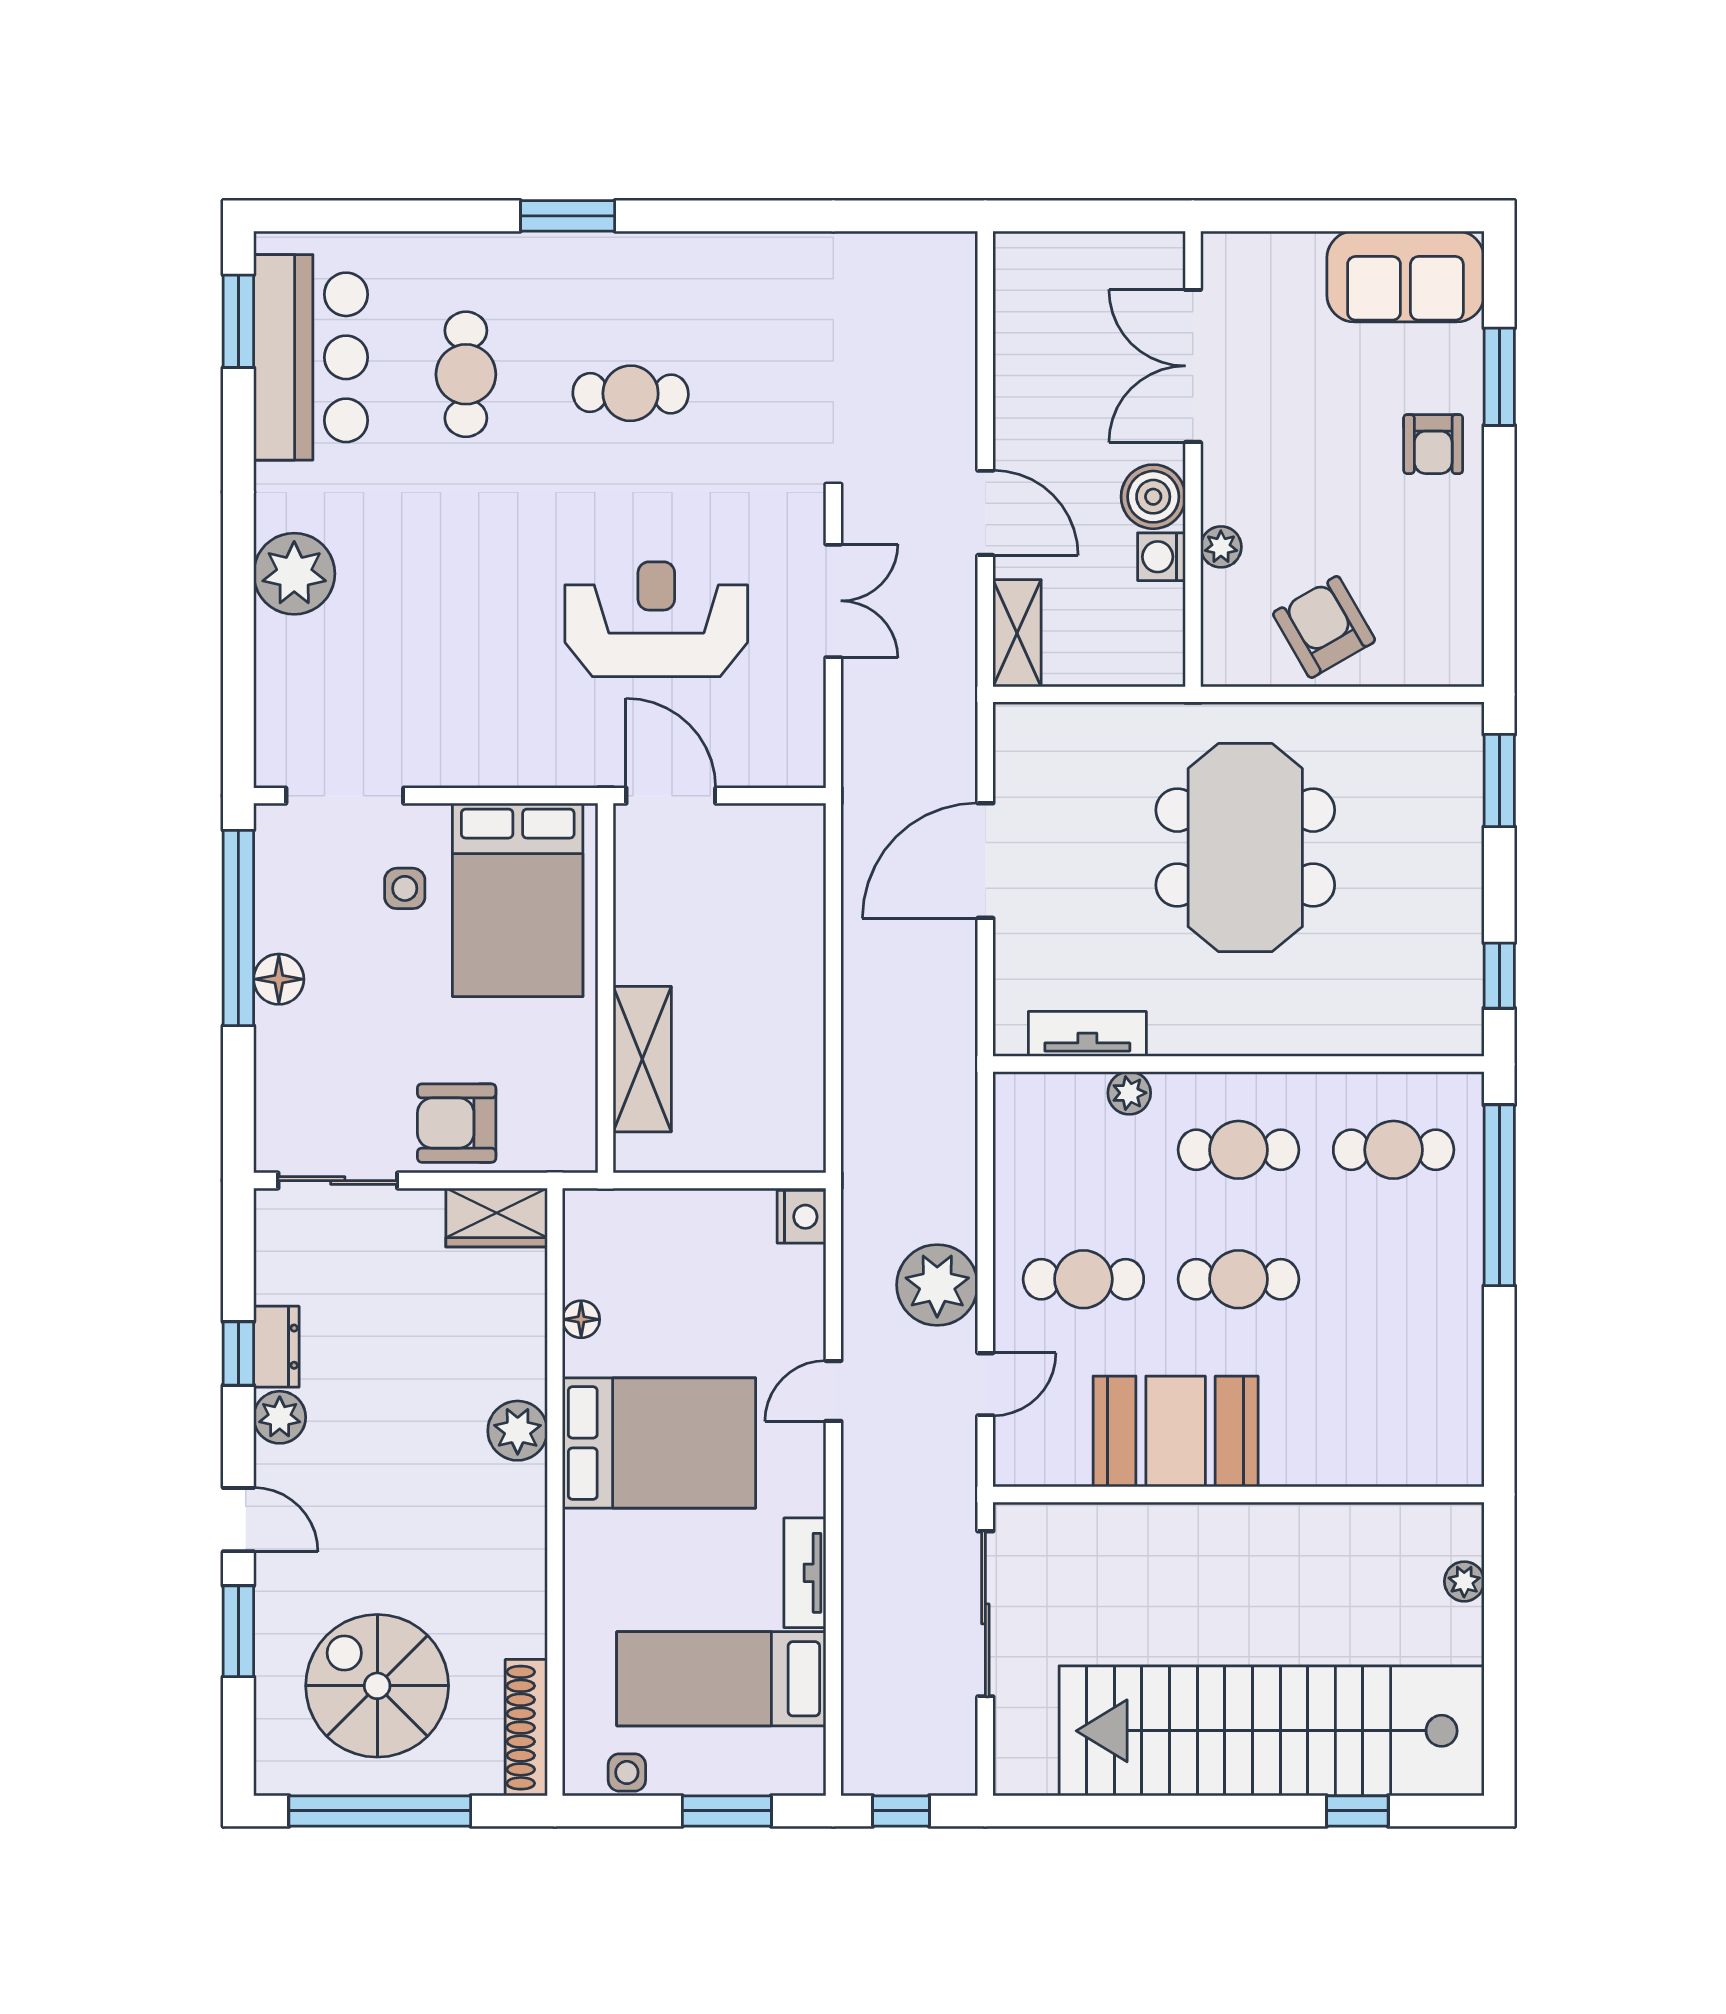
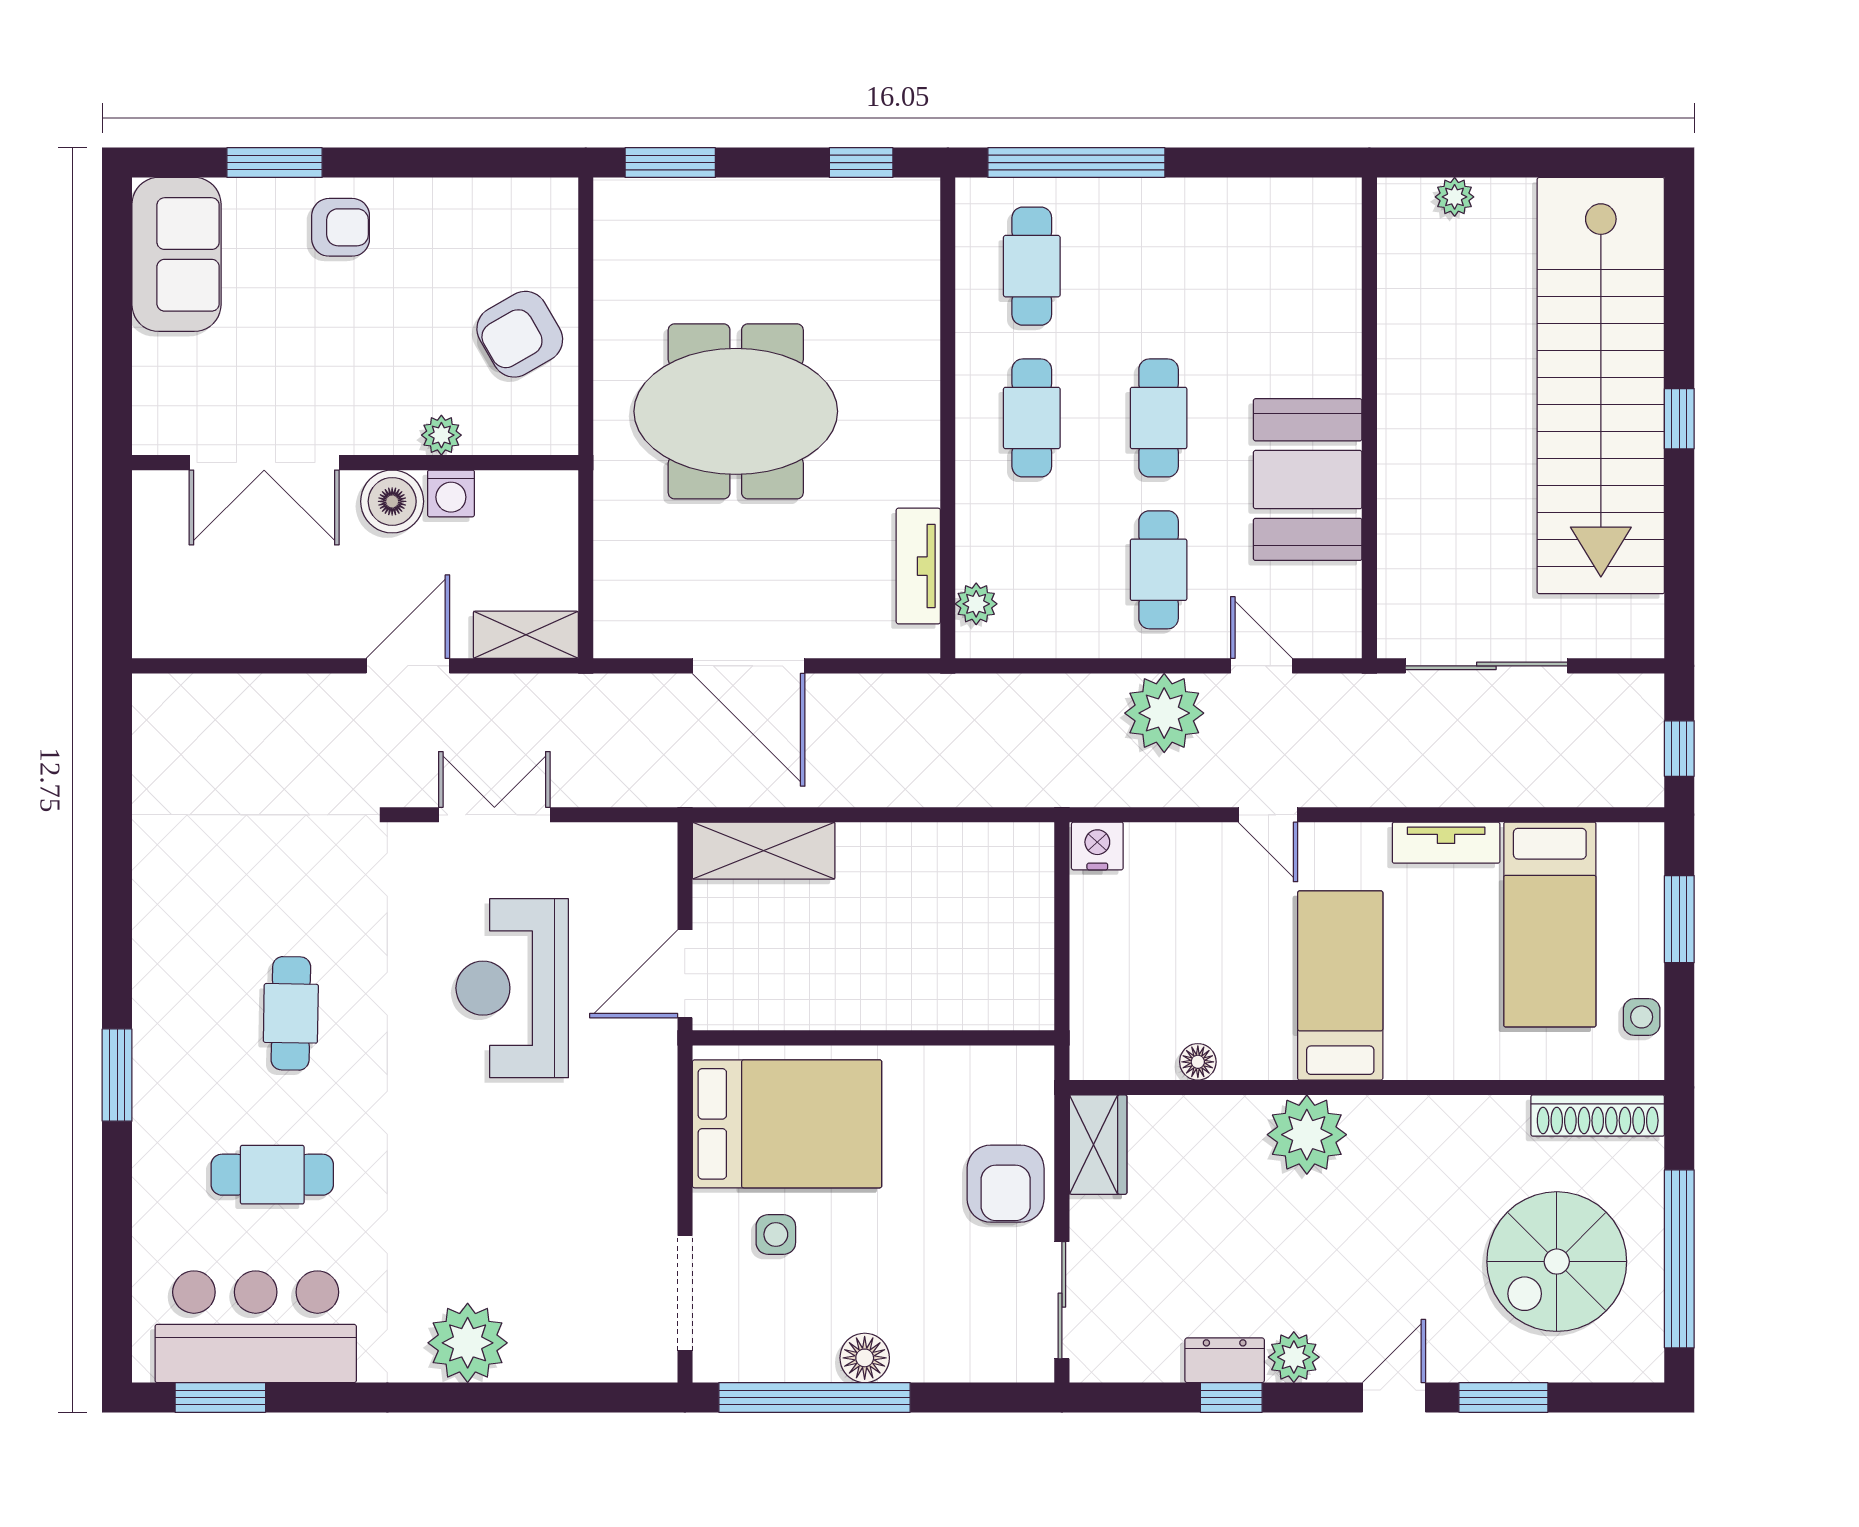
shelving: (642, 1059) -> (764, 851), moved
plant: (1129, 1093) -> (976, 604), moved
plant: (518, 1431) -> (1307, 1135), width x1.36, depth x1.36
bed: (659, 1443) -> (1340, 985), width x0.67
window: (1357, 1811) -> (1679, 419), moved

